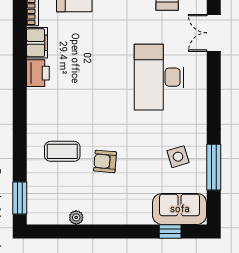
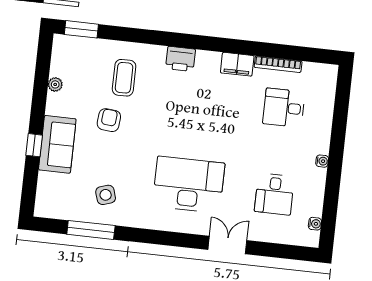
printer: (38, 73) -> (181, 59), moved
sofa: (180, 209) -> (57, 144), moved
window: (170, 231) -> (34, 145), moved

